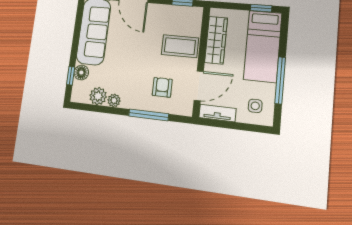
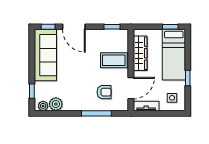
floor lamp: (81, 73) -> (40, 88), removed
window: (280, 80) -> (188, 78), width x0.46
armchair: (162, 87) -> (104, 92), turned 90
plant: (114, 100) -> (43, 106), moved

